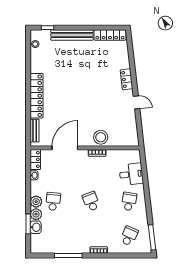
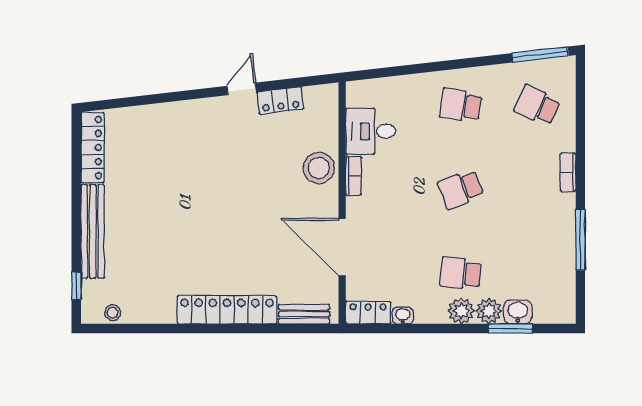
locker: (127, 79) -> (280, 100), moved
desk: (131, 174) -> (371, 131), moved, turned -83

